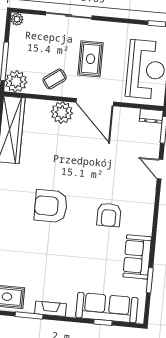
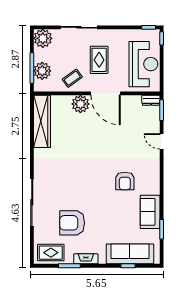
plant: (17, 19) -> (43, 38), width x1.88, depth x1.88
plant: (16, 81) -> (42, 71), moved
armchair: (51, 206) -> (72, 223), moved

